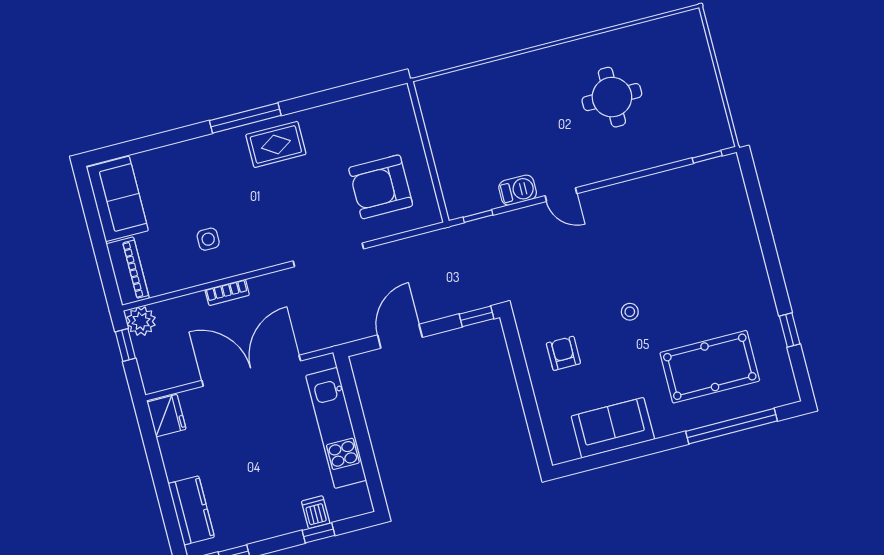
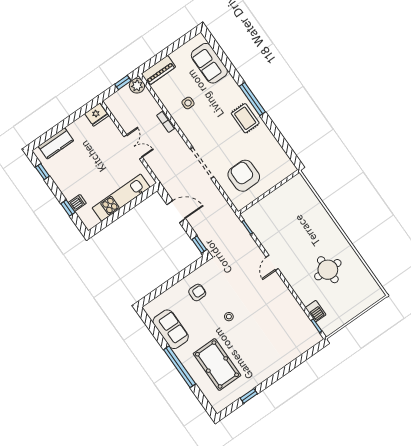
barbecue: (518, 190) -> (316, 311), moved
sofa: (117, 199) -> (209, 63), moved, turned 90
double door: (251, 371) -> (133, 147), width x0.54
window: (731, 426) -> (180, 367), moved

